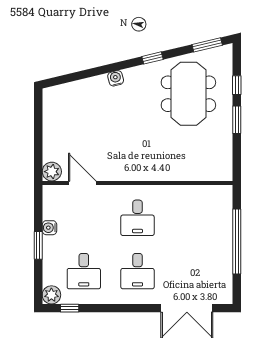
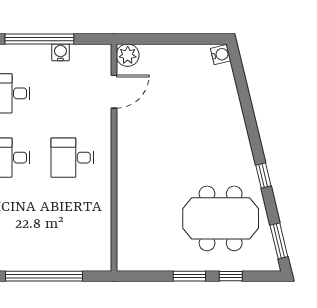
water cooler: (116, 78) -> (221, 55), moved
window: (38, 245) -> (39, 39), width x2.11

